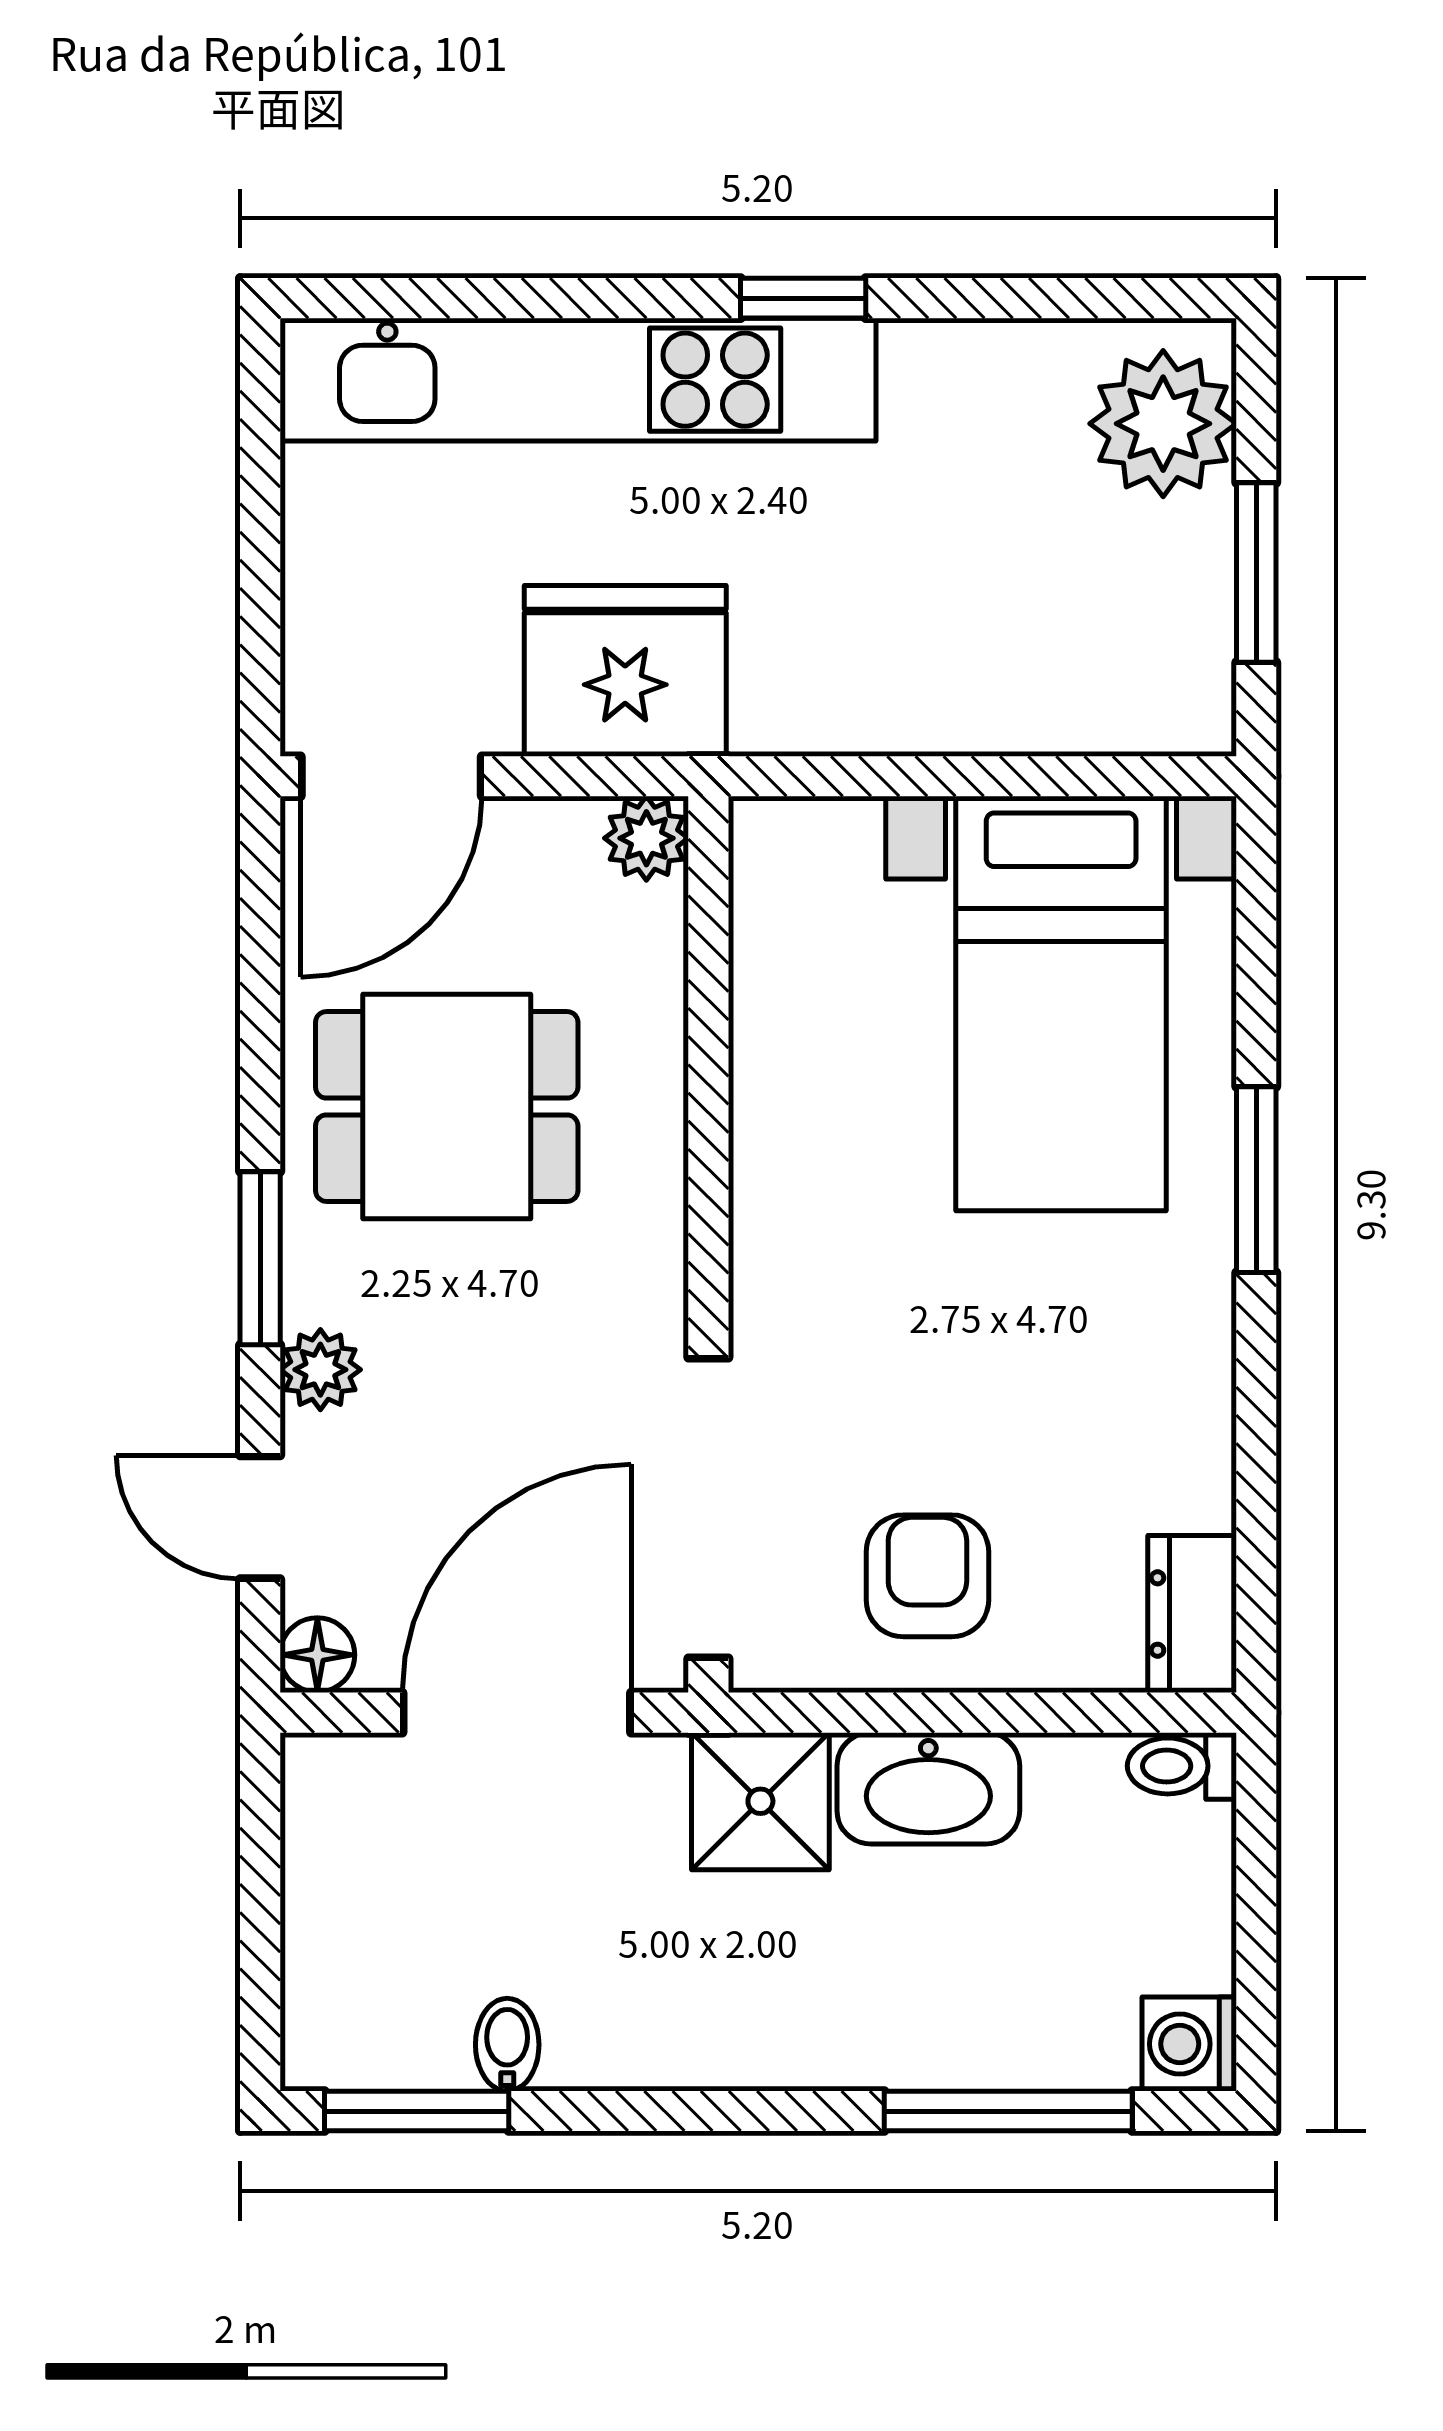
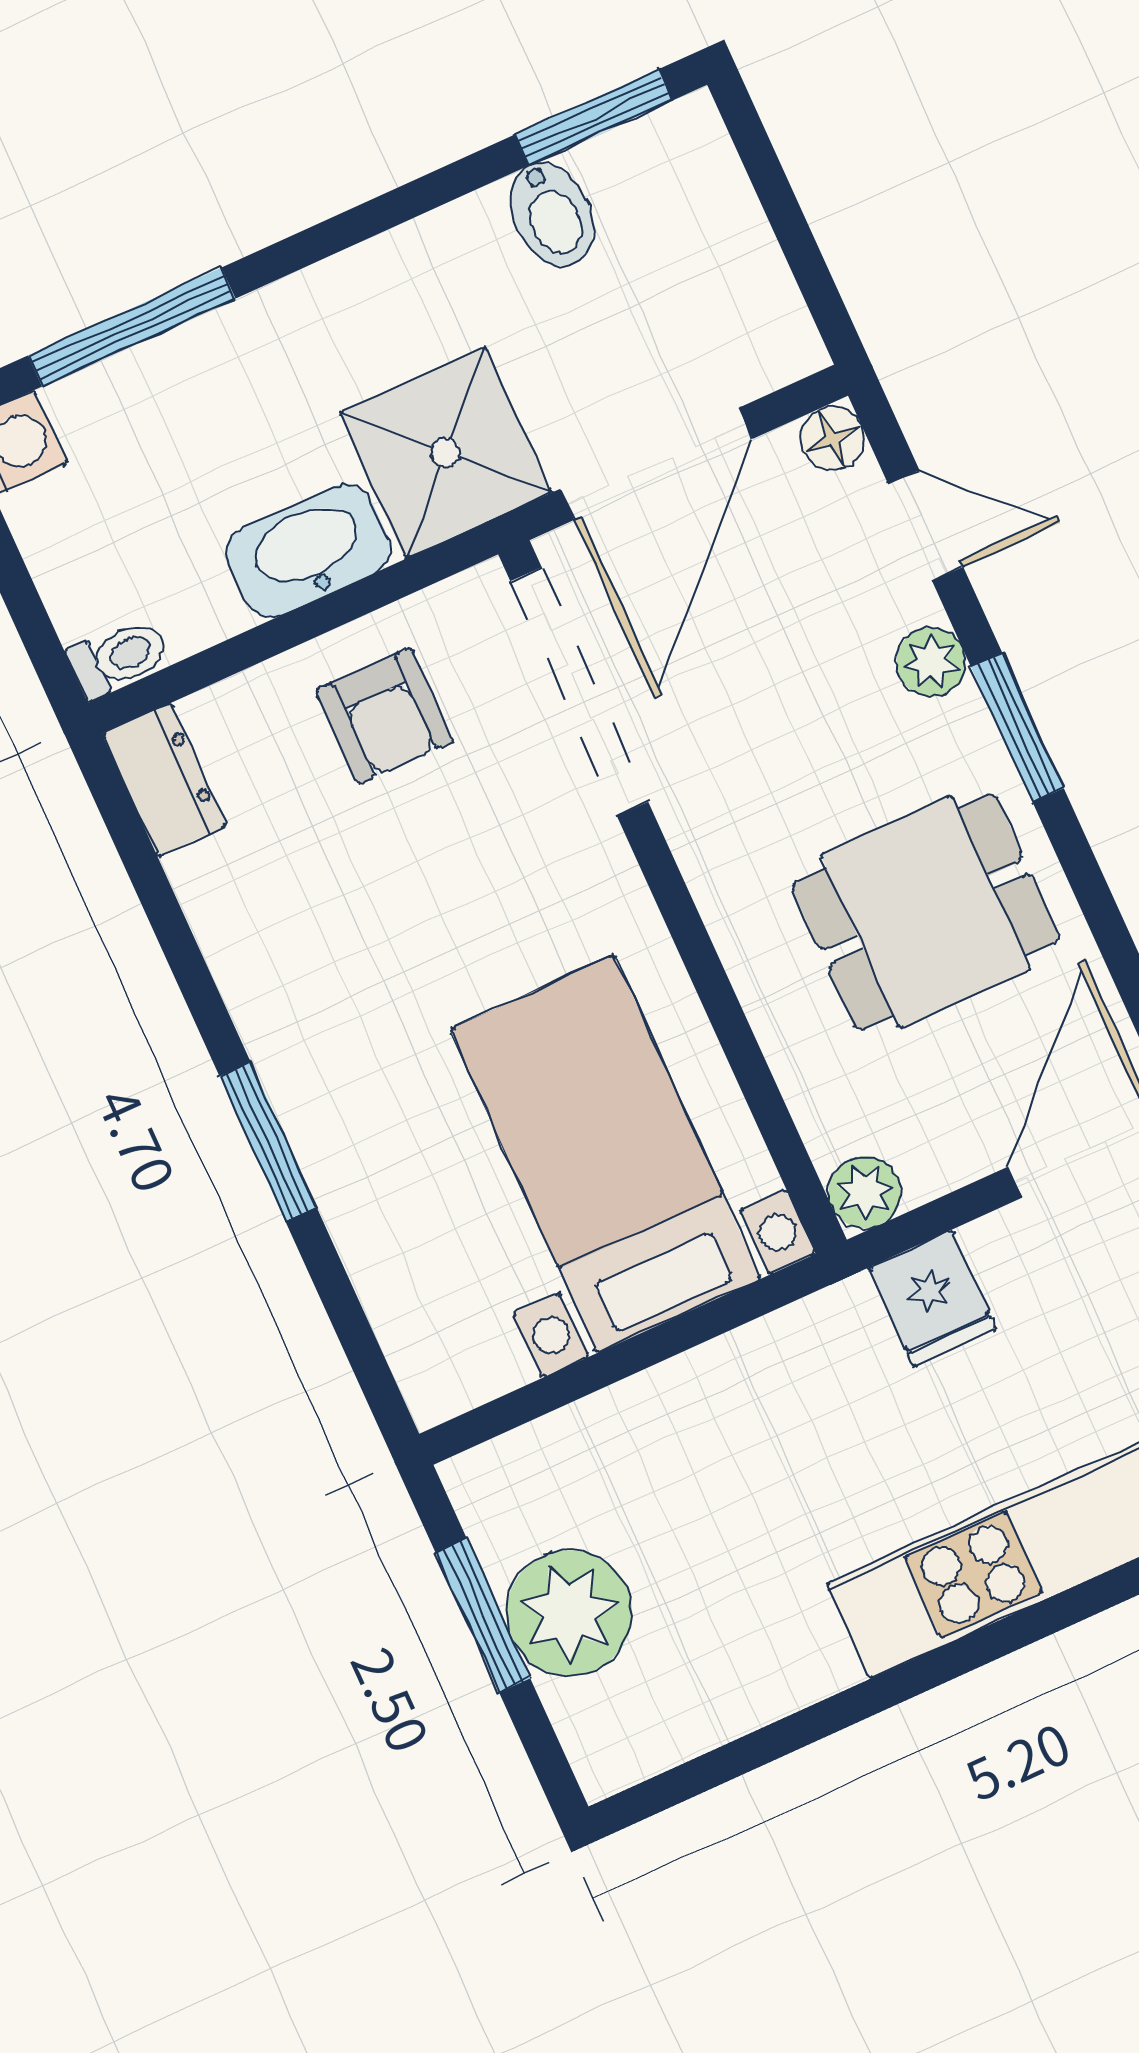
window: (803, 298) -> (934, 1669), removed
plant: (1163, 424) -> (569, 1613), moved
fridge: (625, 671) -> (933, 1298), width x0.53, depth x0.75
bed with nightstands: (1061, 1004) -> (605, 1154), moved
shower: (760, 1801) -> (445, 453), width x1.36, depth x1.36
bidet: (507, 2045) -> (552, 214), width x1.38, depth x1.36

